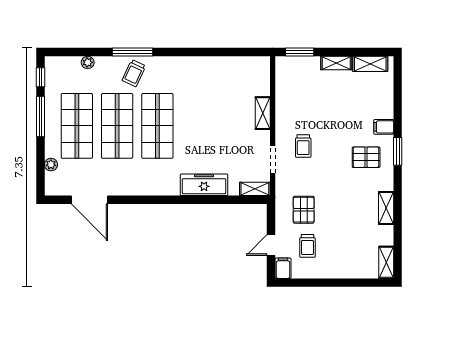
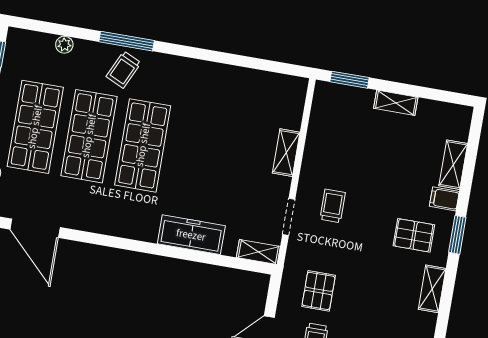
shelving: (370, 64) -> (453, 165), moved, turned 90
trolley: (303, 146) -> (333, 206), turned 180
shelving: (386, 208) -> (432, 289), moved

